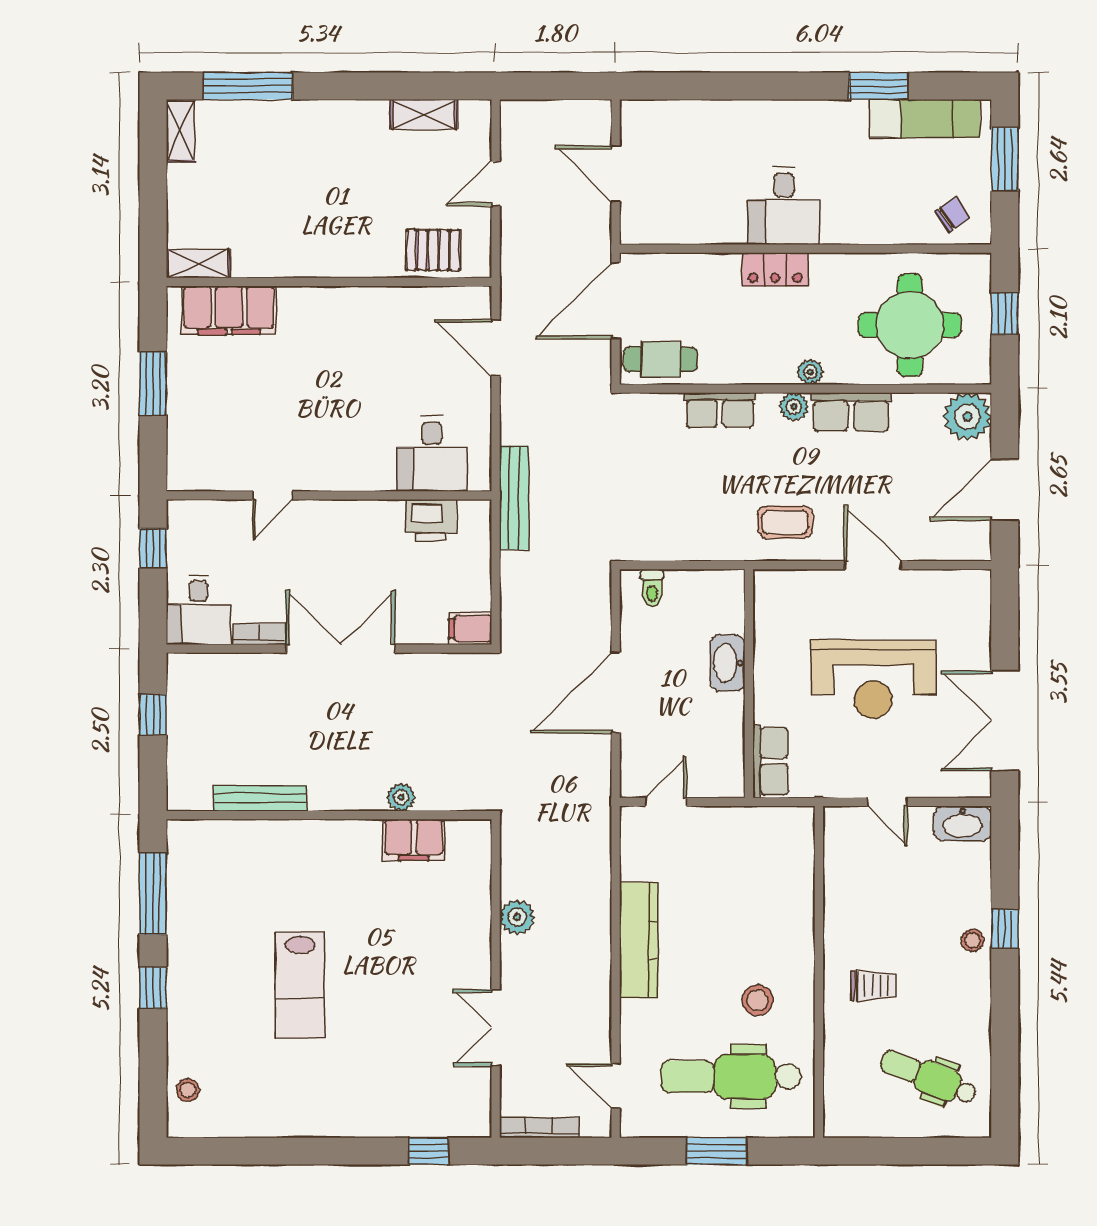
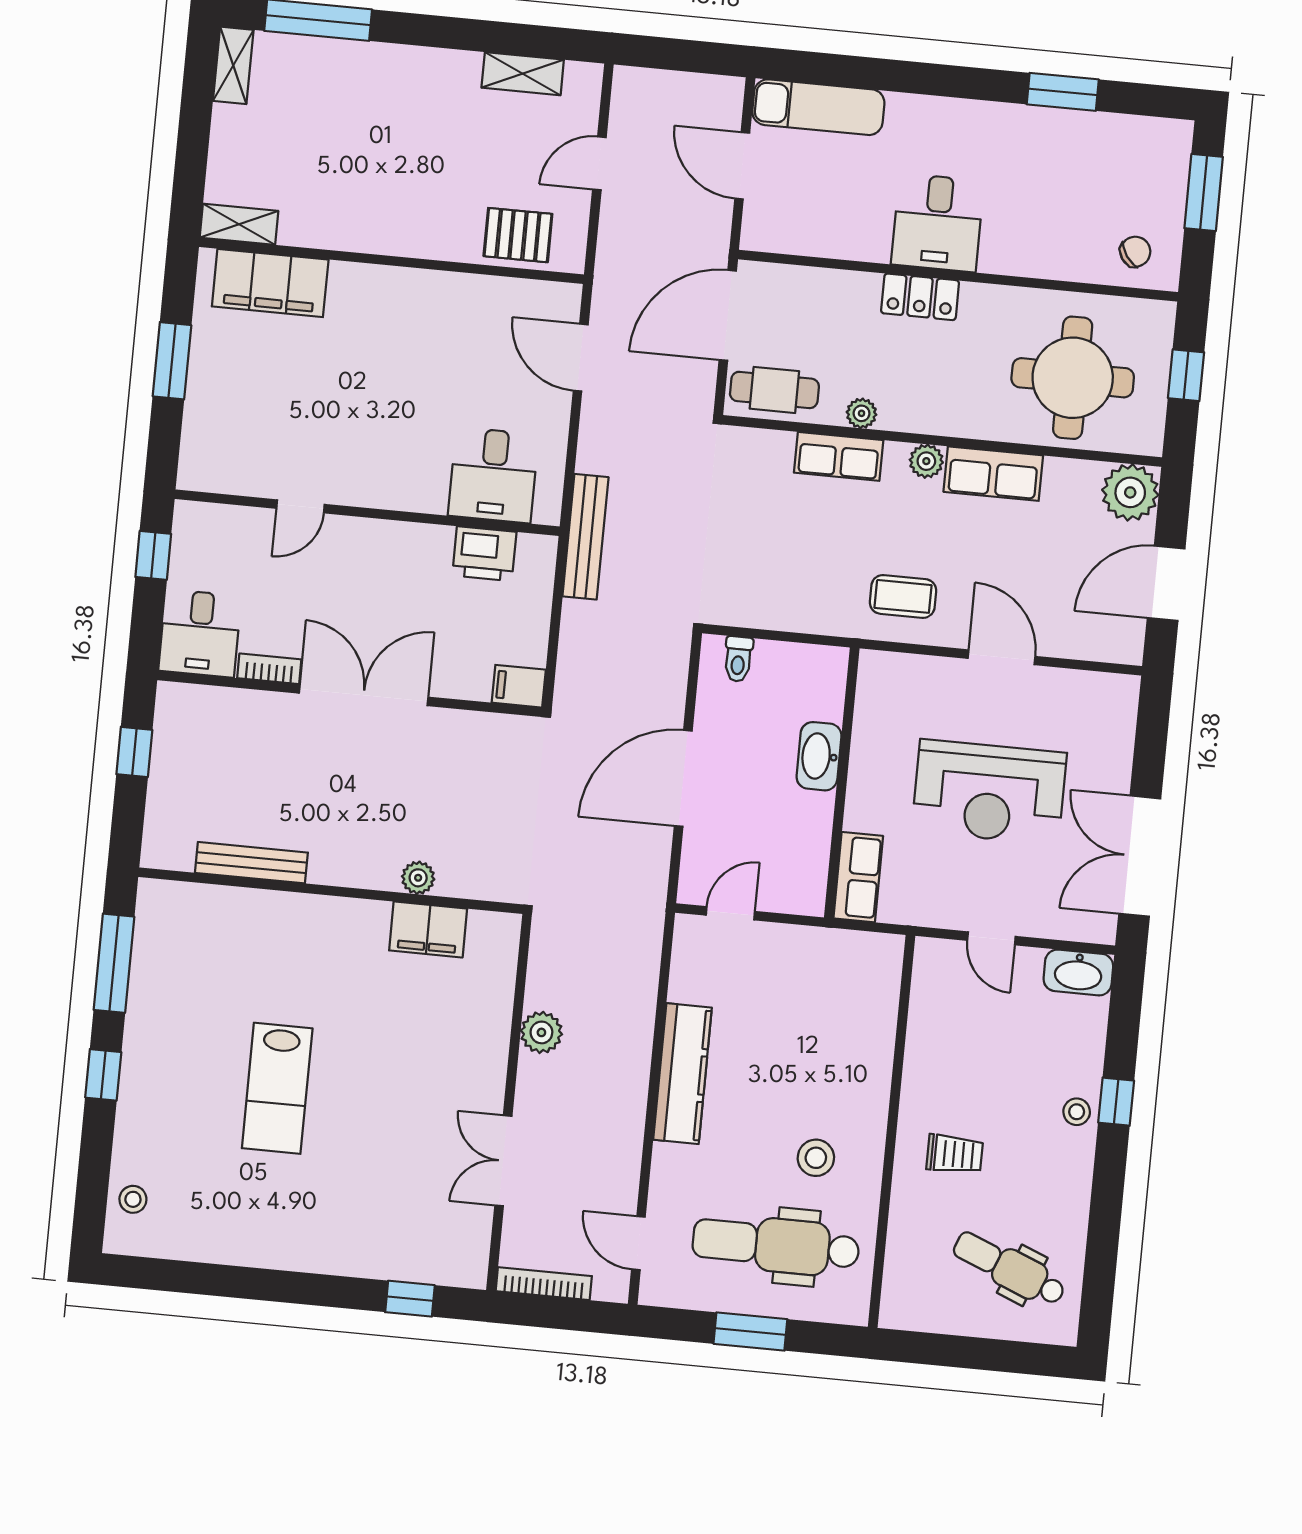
exam couch: (925, 119) -> (818, 107), moved
plant: (810, 372) -> (861, 413), moved

